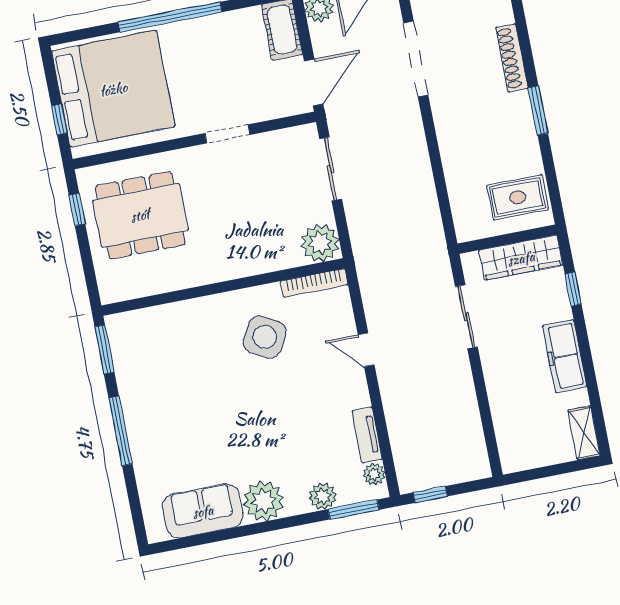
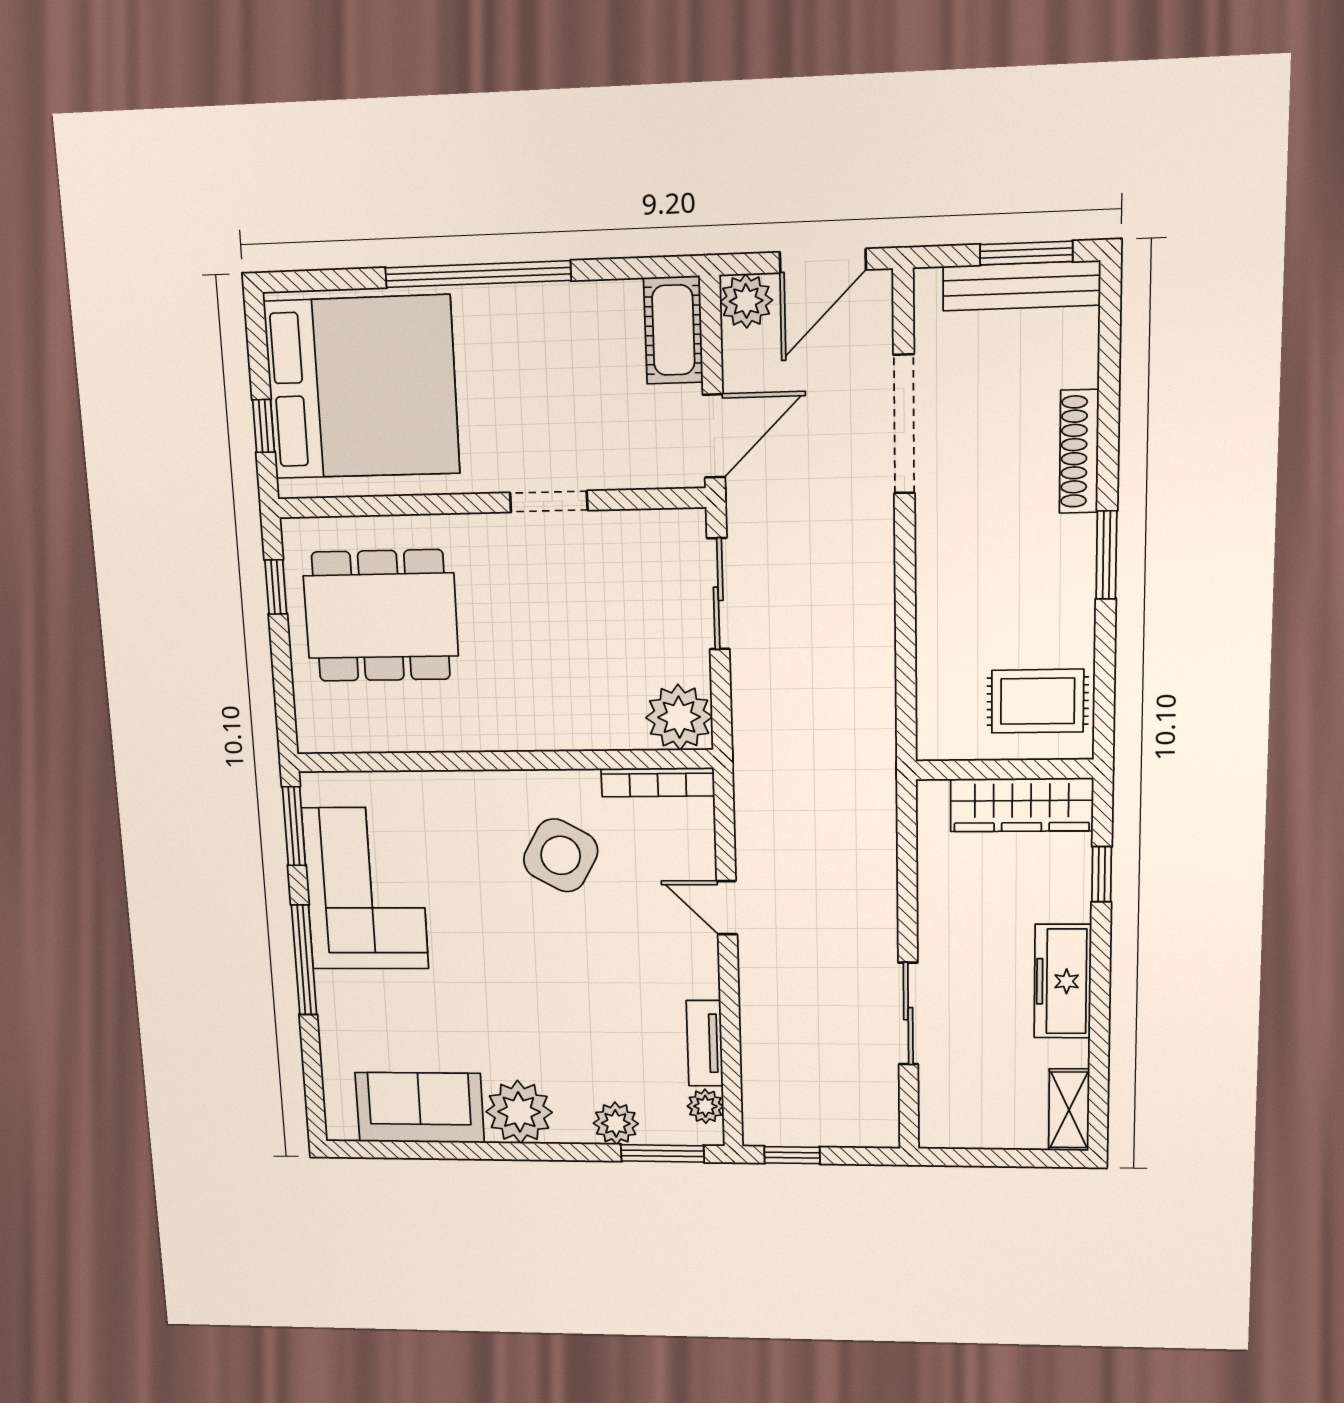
sliding door: (466, 317) -> (908, 1014), moved
corner sofa: (152, 379) -> (365, 889), added

